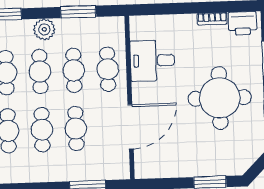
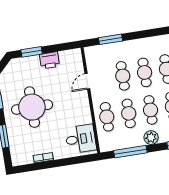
window: (78, 12) -> (130, 152), width x1.44
printer: (243, 23) -> (49, 60), moved, turned 180
desk: (152, 61) -> (81, 139), moved
door: (131, 127) -> (87, 81), width x0.53

